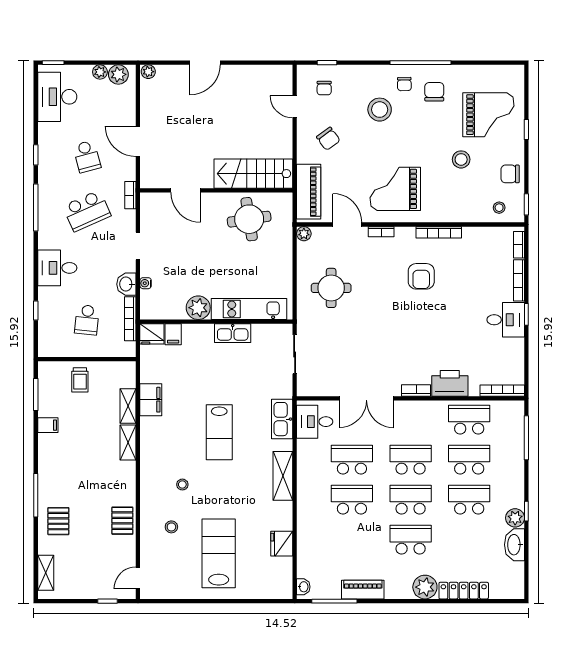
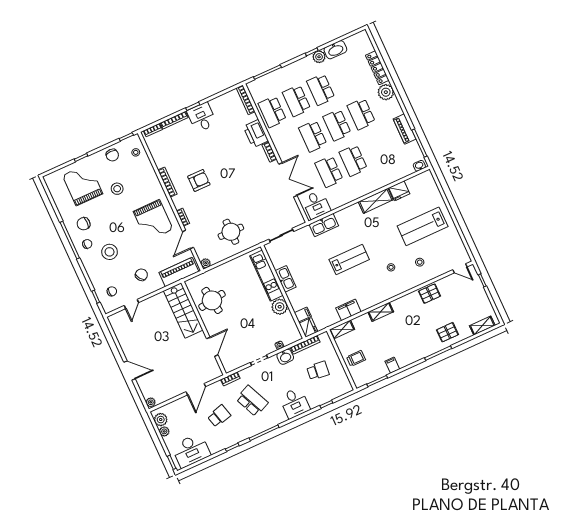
shelving: (128, 406) -> (342, 330), moved
shelving: (283, 476) -> (376, 201), moved

